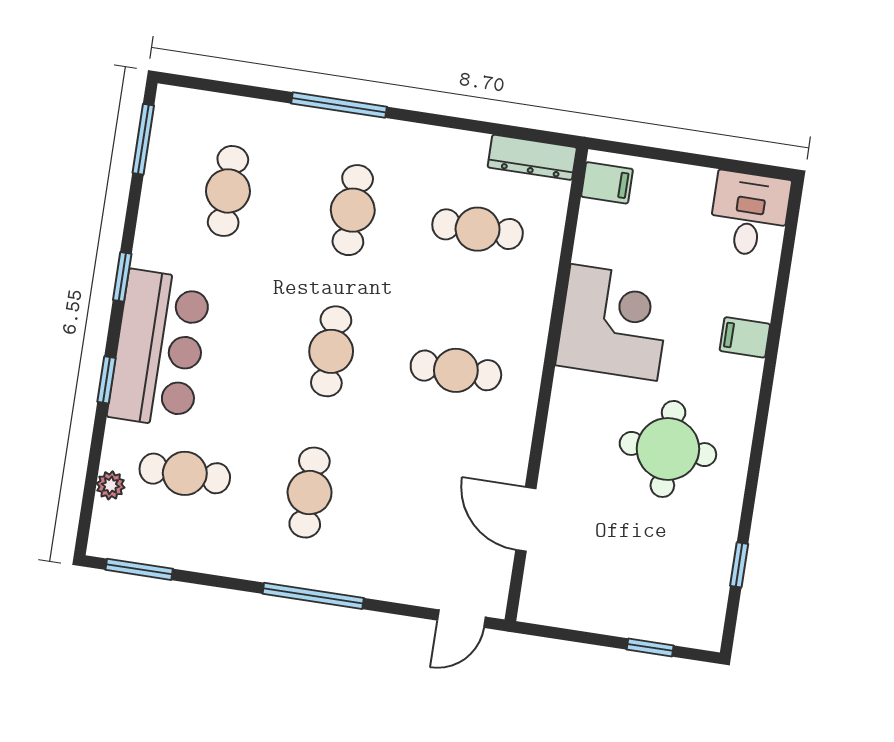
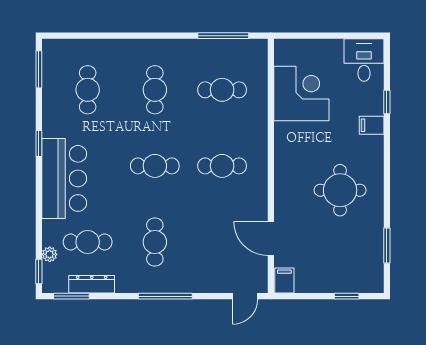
window: (339, 105) -> (223, 36), moved
dresser: (532, 157) -> (92, 284), moved, turned 180
filing cabinet: (607, 183) -> (284, 281), moved, turned -90
window: (780, 298) -> (387, 102), added
corner desk: (614, 322) -> (301, 94), moved
cafe table: (331, 351) -> (155, 166), turned 90
window: (106, 380) -> (39, 272), moved
window: (739, 565) -> (387, 245), width x1.50

